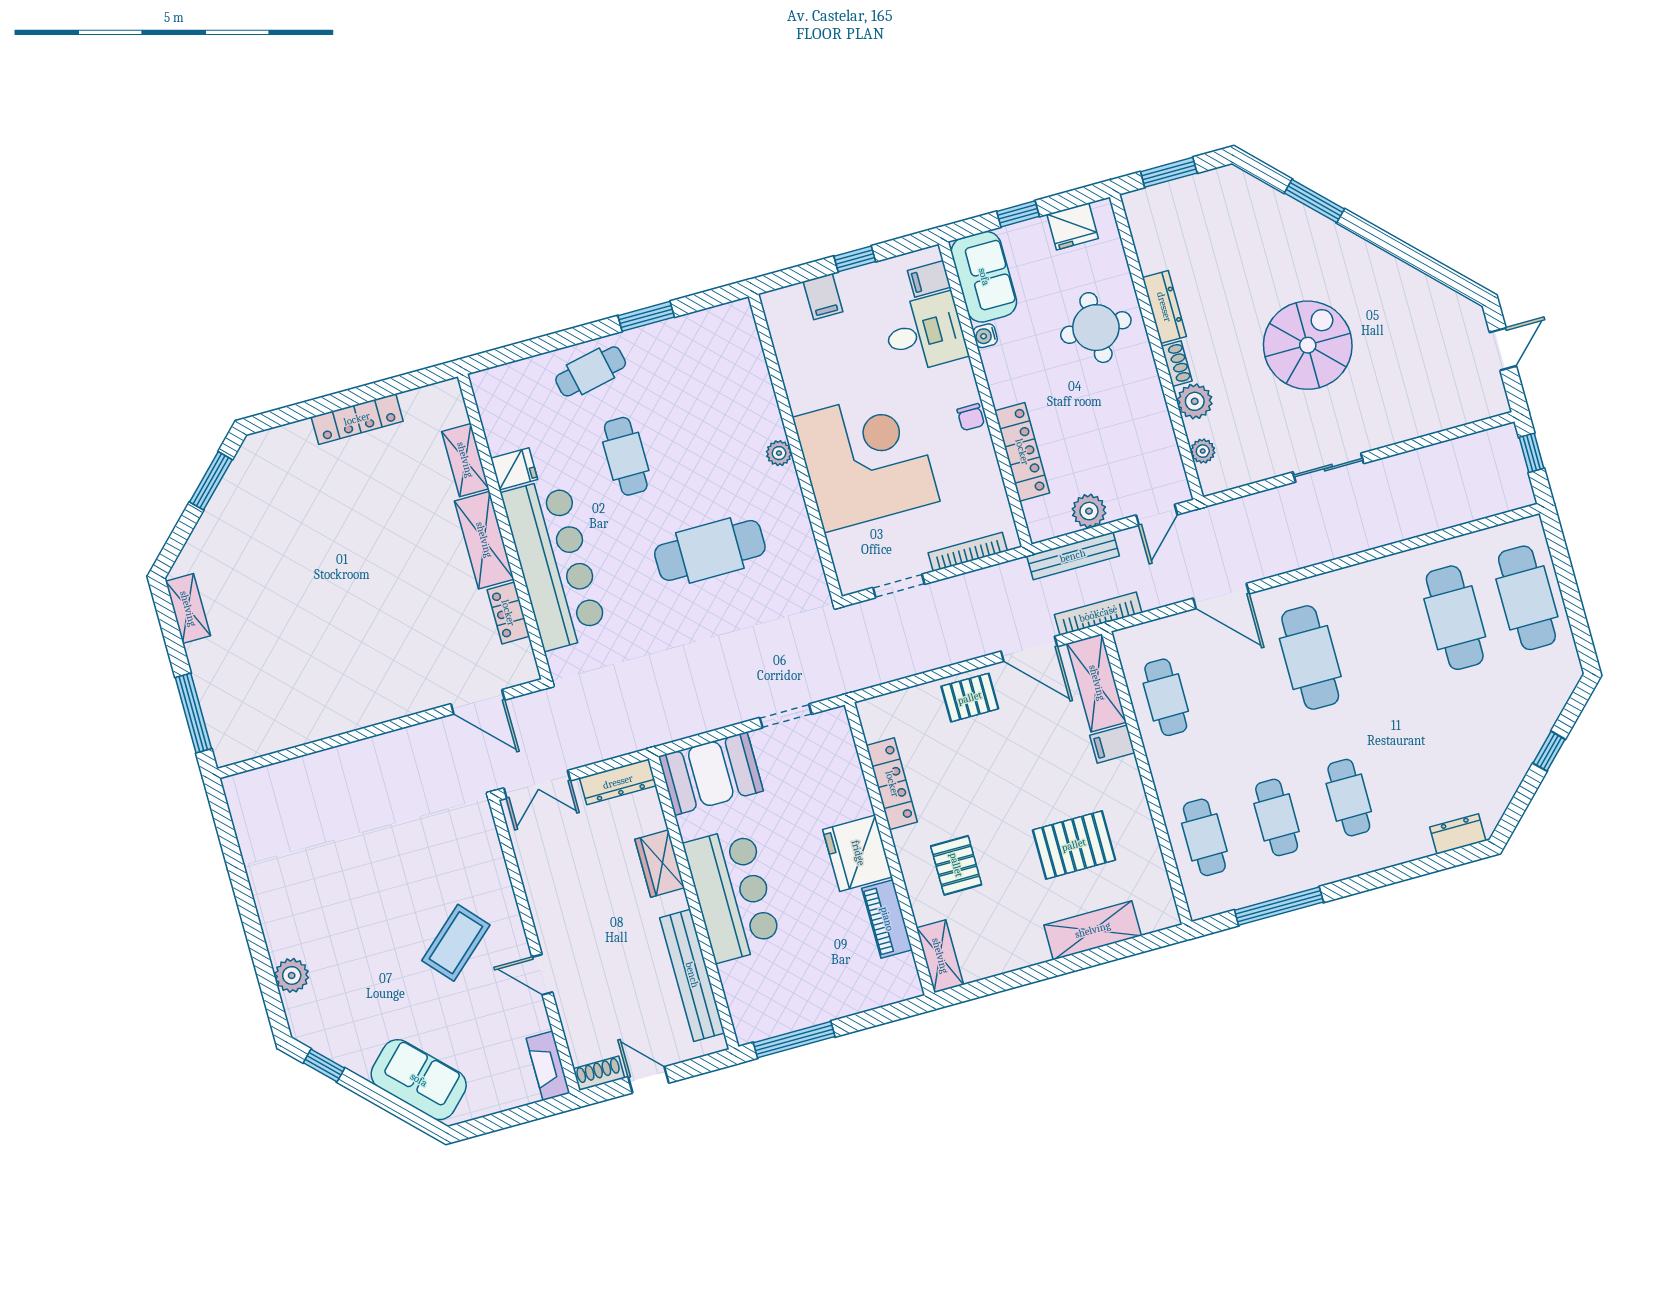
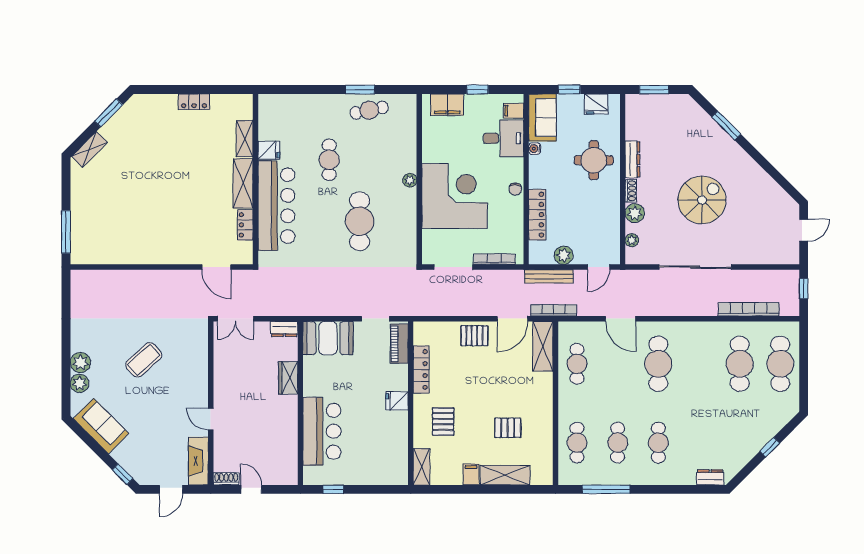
filing cabinet: (823, 297) -> (447, 105), width x2.00
cafe table: (591, 371) -> (369, 110), moved
locker: (357, 419) -> (194, 102), width x0.66
sliding door: (1328, 468) -> (695, 267), width x1.86
bookcase: (1444, 516) -> (749, 309), added
cafe table: (710, 550) -> (360, 221), turned 90
doorway: (899, 586) -> (453, 267), width x1.38
shelving: (188, 609) -> (89, 149), moved, turned 45
door: (1029, 649) -> (513, 319), hinge flipped
filing cabinet: (1112, 744) -> (471, 474), moved, turned 90
dresser: (618, 782) -> (284, 329), width x0.70
pallet: (1074, 845) -> (508, 428), width x0.67, depth x0.71
fridge: (858, 853) -> (397, 401), width x0.53, depth x0.75
bar counter: (732, 894) -> (322, 431), moved
piano: (887, 919) -> (399, 344), moved
plant: (283, 938) -> (80, 363), added
coffee table: (456, 943) -> (144, 360), moved
bench: (692, 975) -> (289, 441), removed
window: (794, 1040) -> (333, 489), width x0.46
window: (324, 1065) -> (123, 474), moved
fireplace: (548, 1066) -> (198, 461), width x1.37, depth x1.32
sofa: (419, 1080) -> (101, 426), moved
door: (506, 1119) -> (171, 489), added

